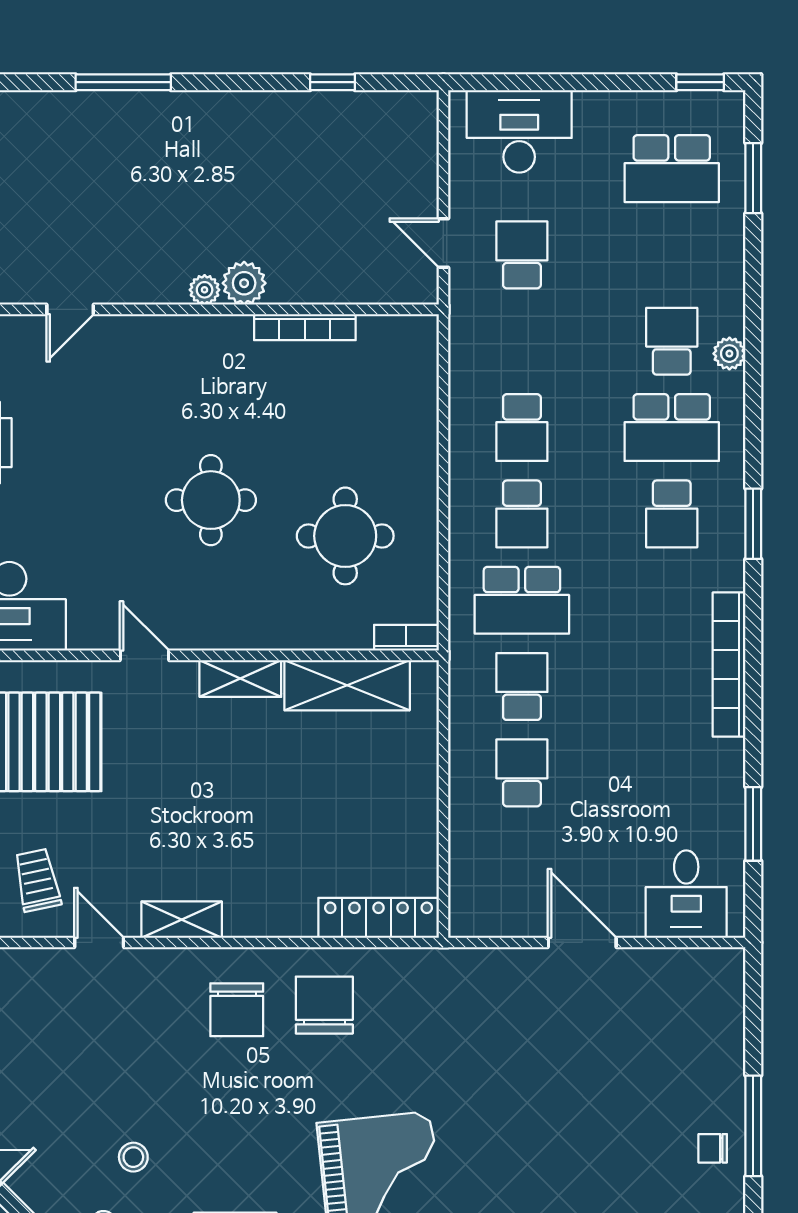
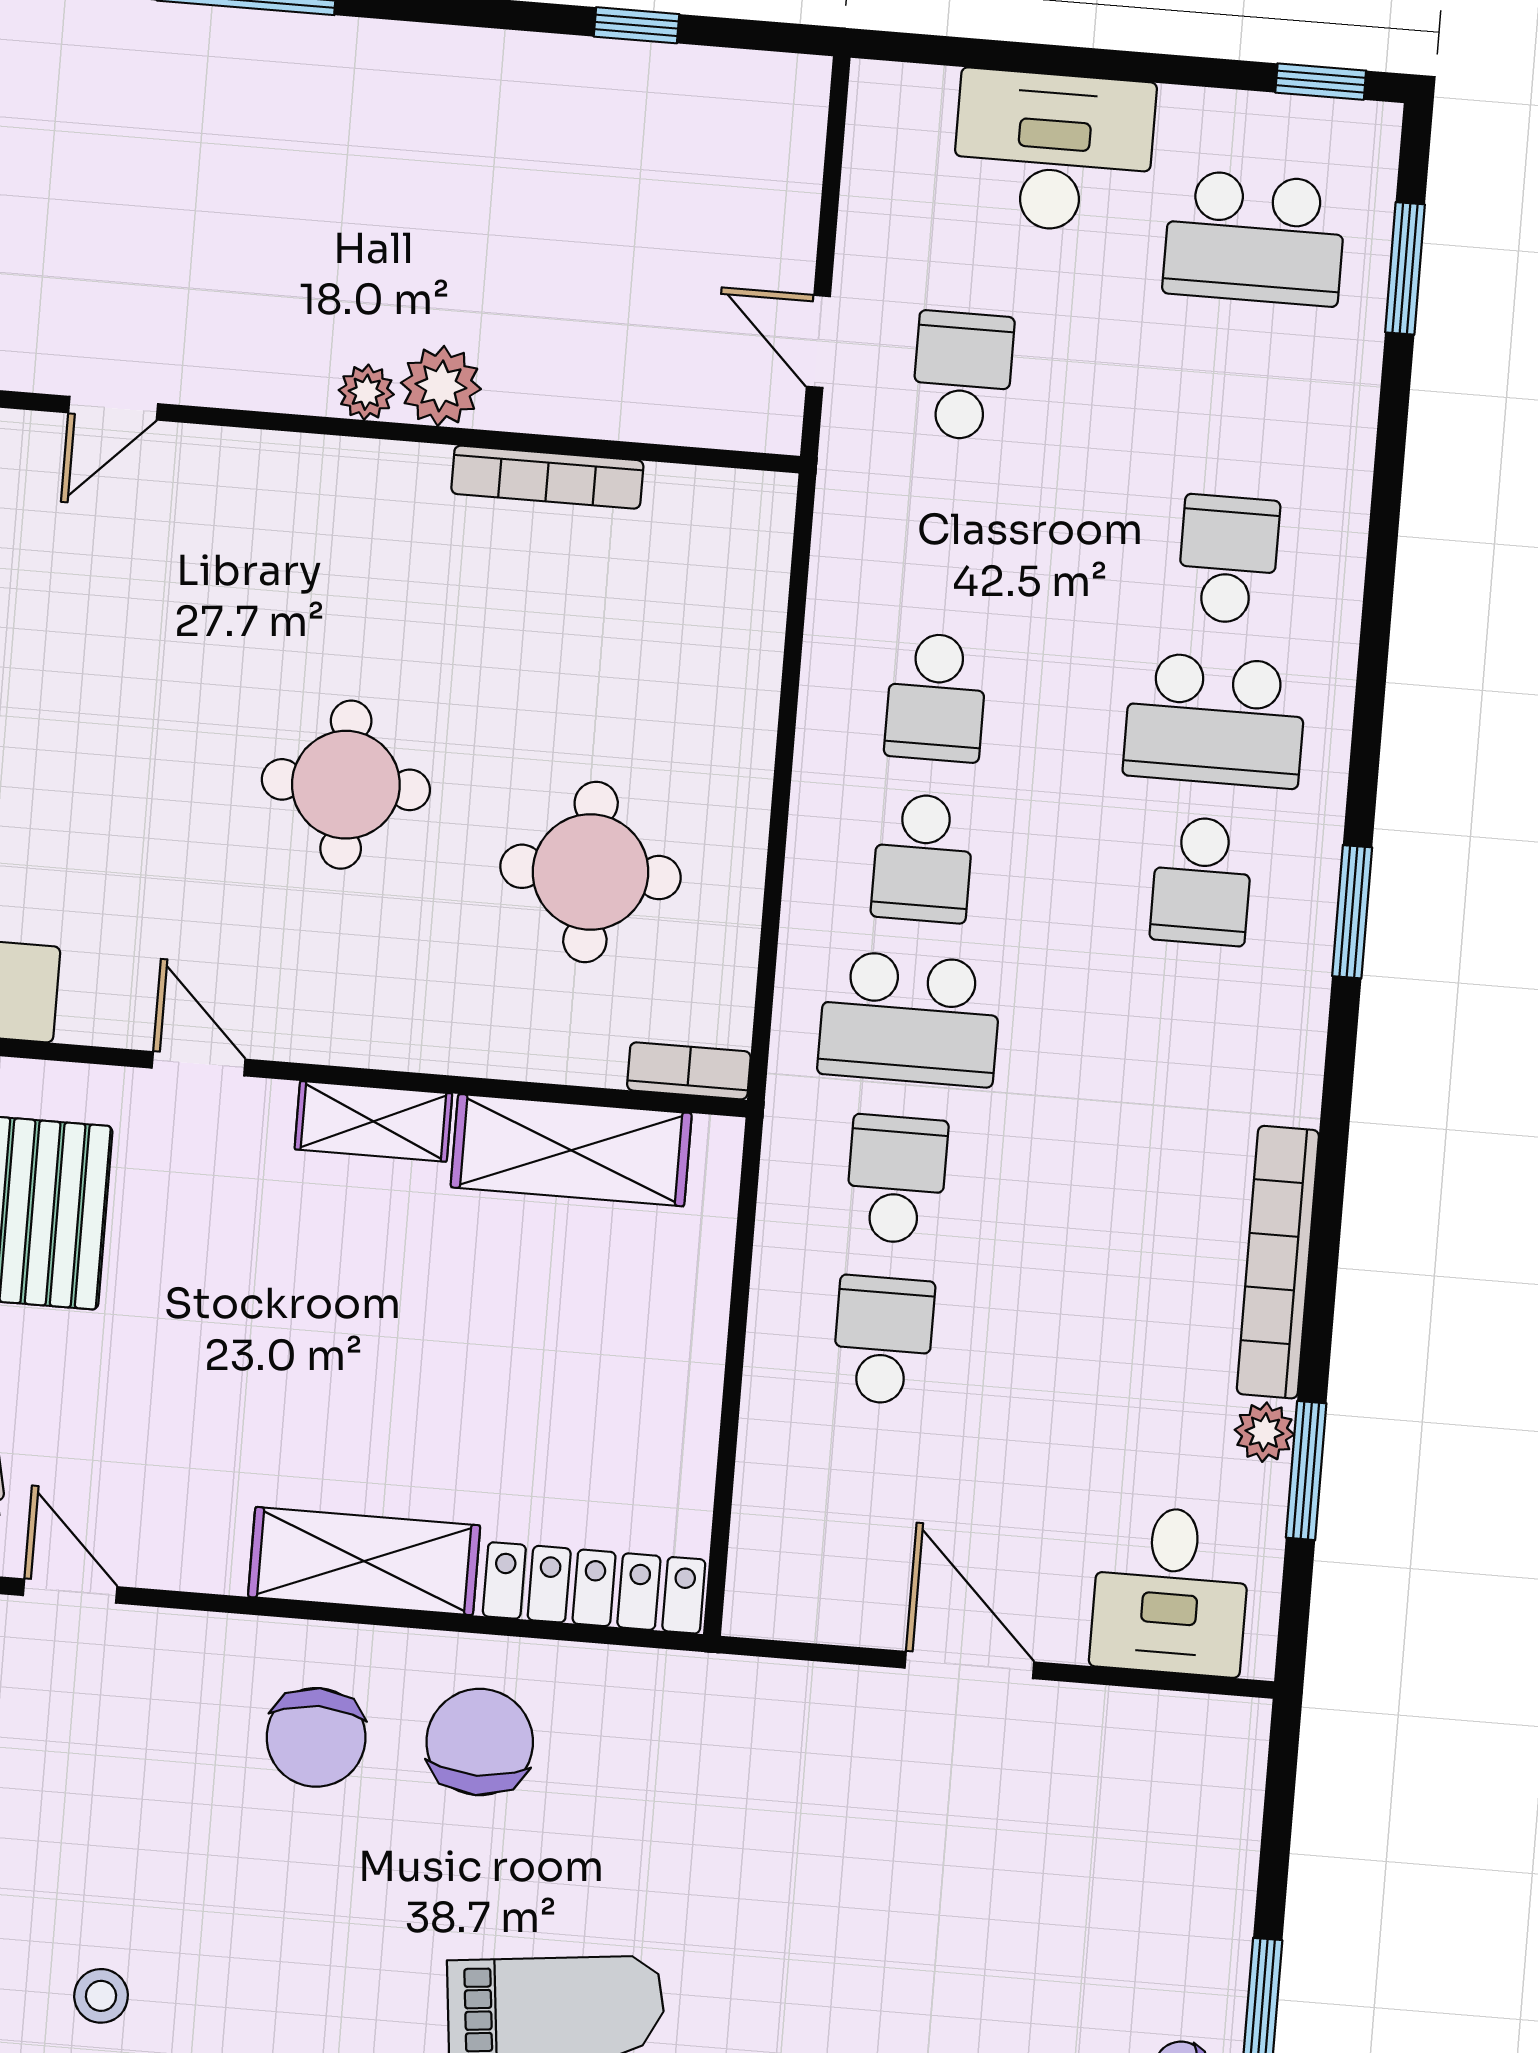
desk: (519, 131) -> (1053, 152), moved
plant: (729, 354) -> (1264, 1432), moved
bookcase: (729, 665) -> (1278, 1262), moved
shelving: (182, 920) -> (364, 1561), moved, width x1.50, depth x1.33

